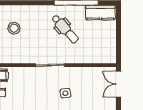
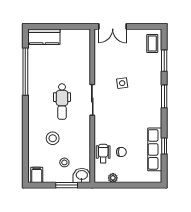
kitchen counter: (100, 12) -> (44, 37), moved, turned 90
dental chair: (65, 29) -> (62, 102), moved, turned 132

